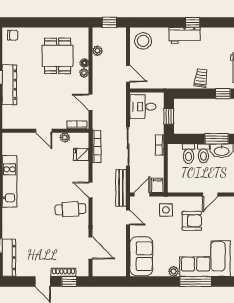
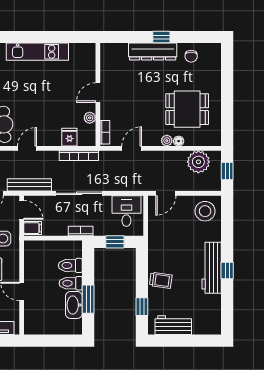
chair: (13, 35) -> (191, 56), moved
workbench: (185, 35) -> (212, 268), width x1.37
plant: (97, 51) -> (198, 162), width x1.88, depth x1.88

